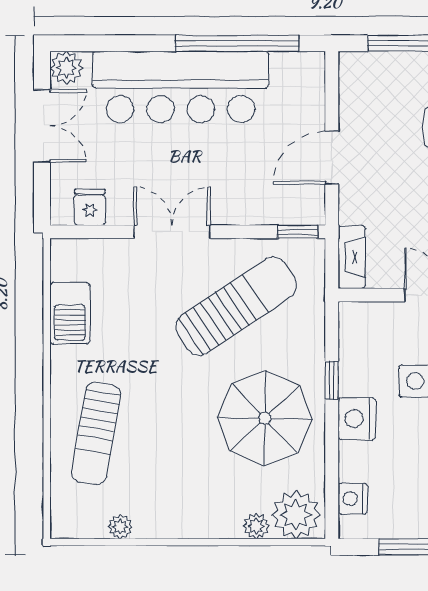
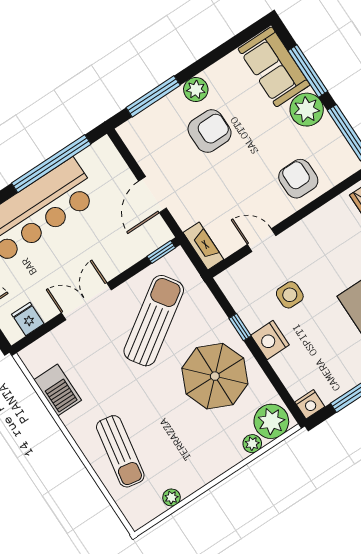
nightstand: (353, 499) -> (310, 404), moved, turned -90

